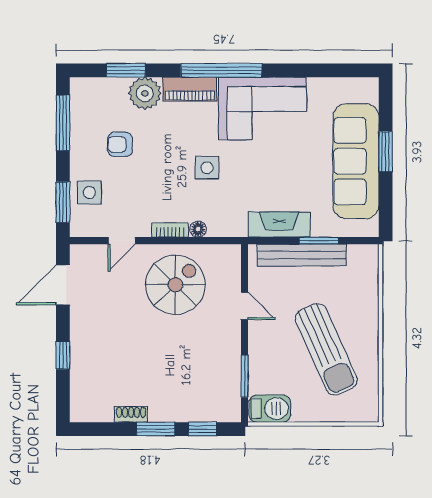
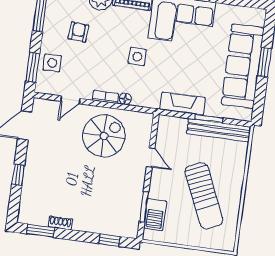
armchair: (120, 144) -> (78, 32), turned 94
bench: (302, 255) -> (219, 130), moved
barbecue: (270, 409) -> (155, 215), moved, turned 90
window: (156, 429) -> (41, 231), moved

